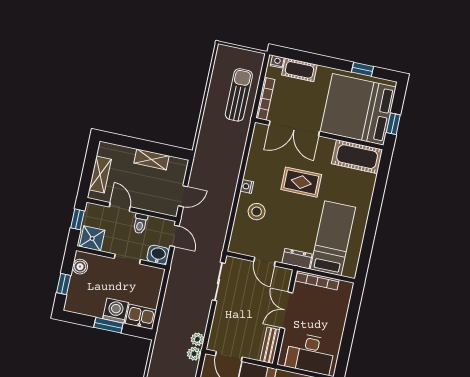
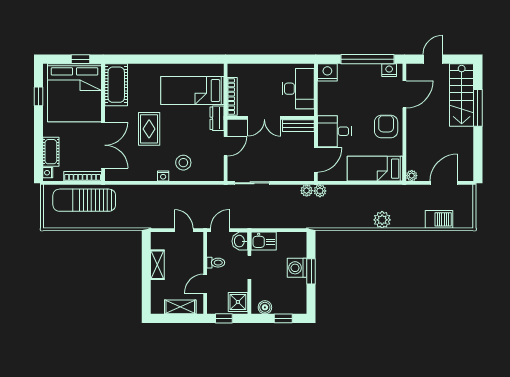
sun lounger: (239, 95) -> (84, 200), width x1.36, depth x1.34
kitchen sink: (141, 317) -> (264, 241), moved, turned -90

